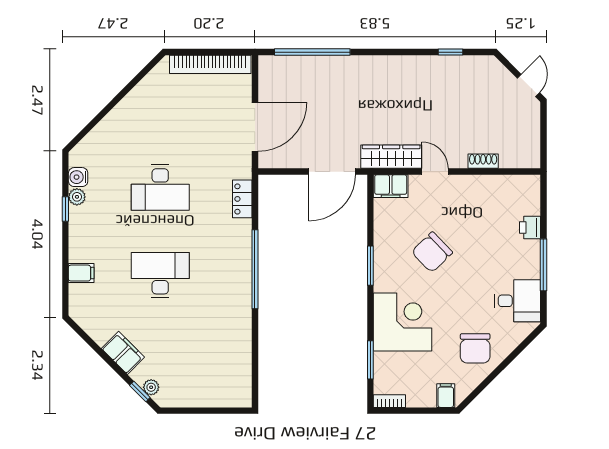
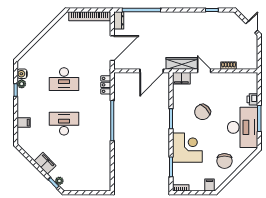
dresser: (268, 72) -> (119, 20), added
desk: (518, 301) -> (243, 127), width x1.87, depth x1.30

